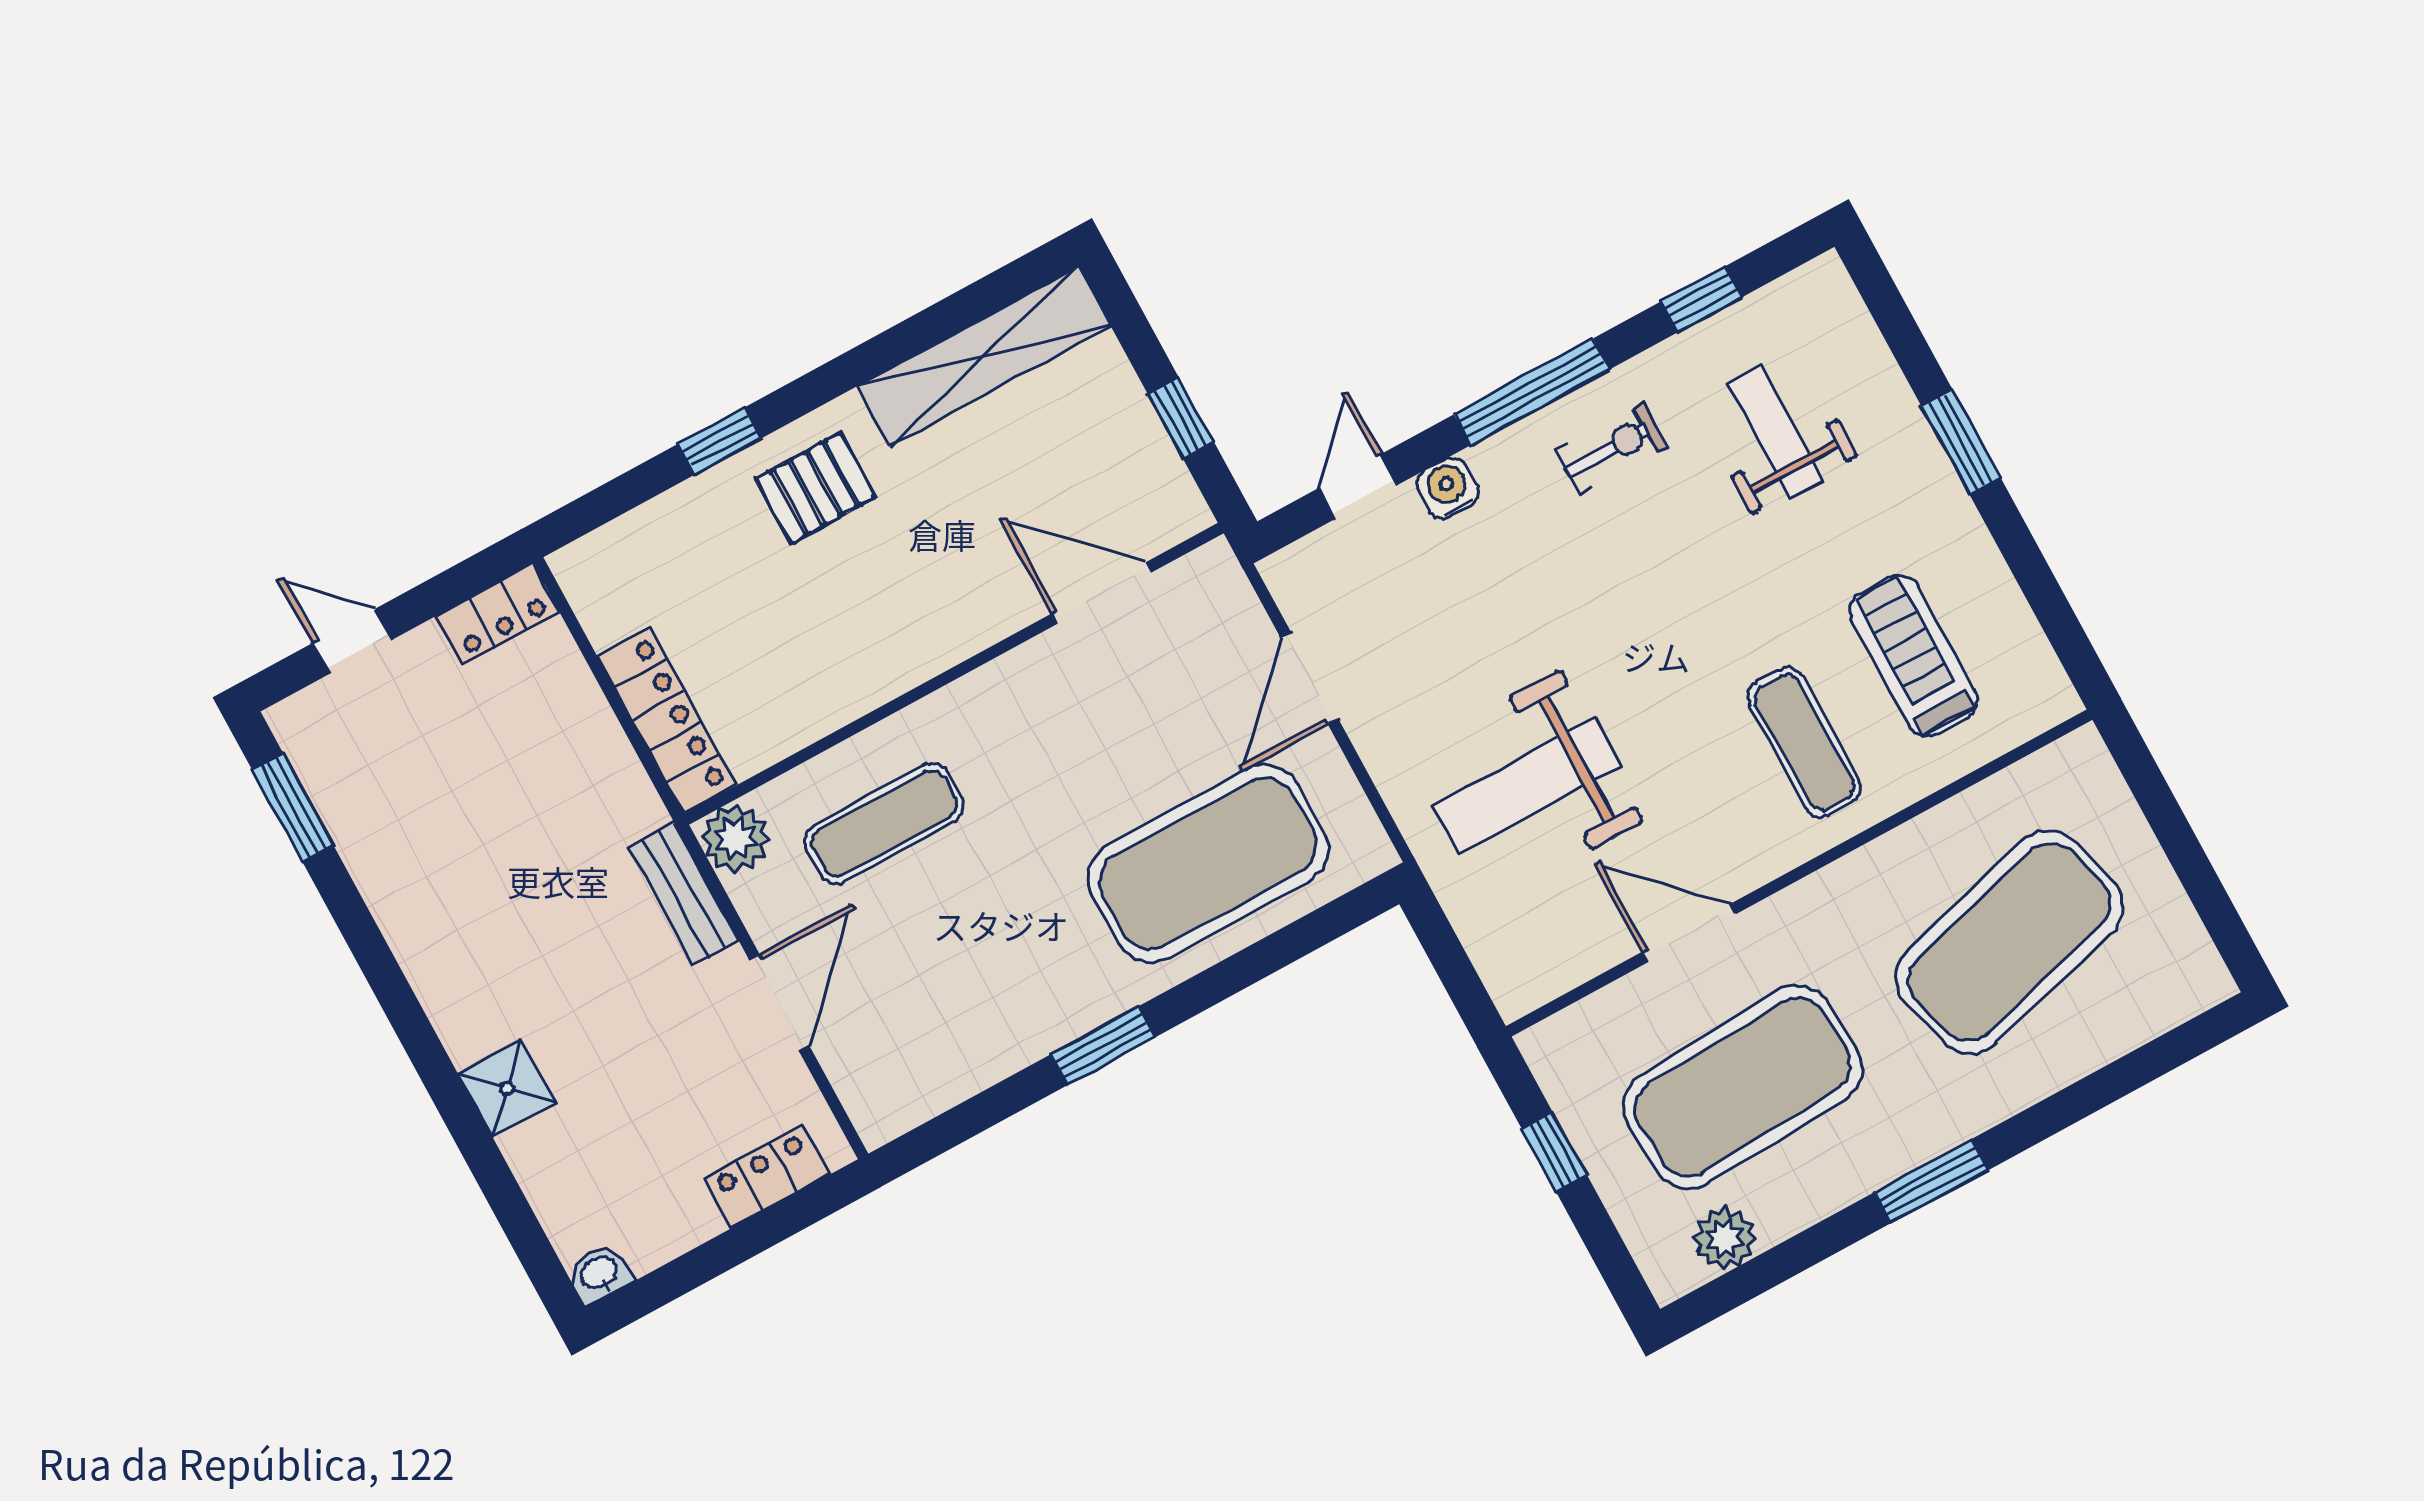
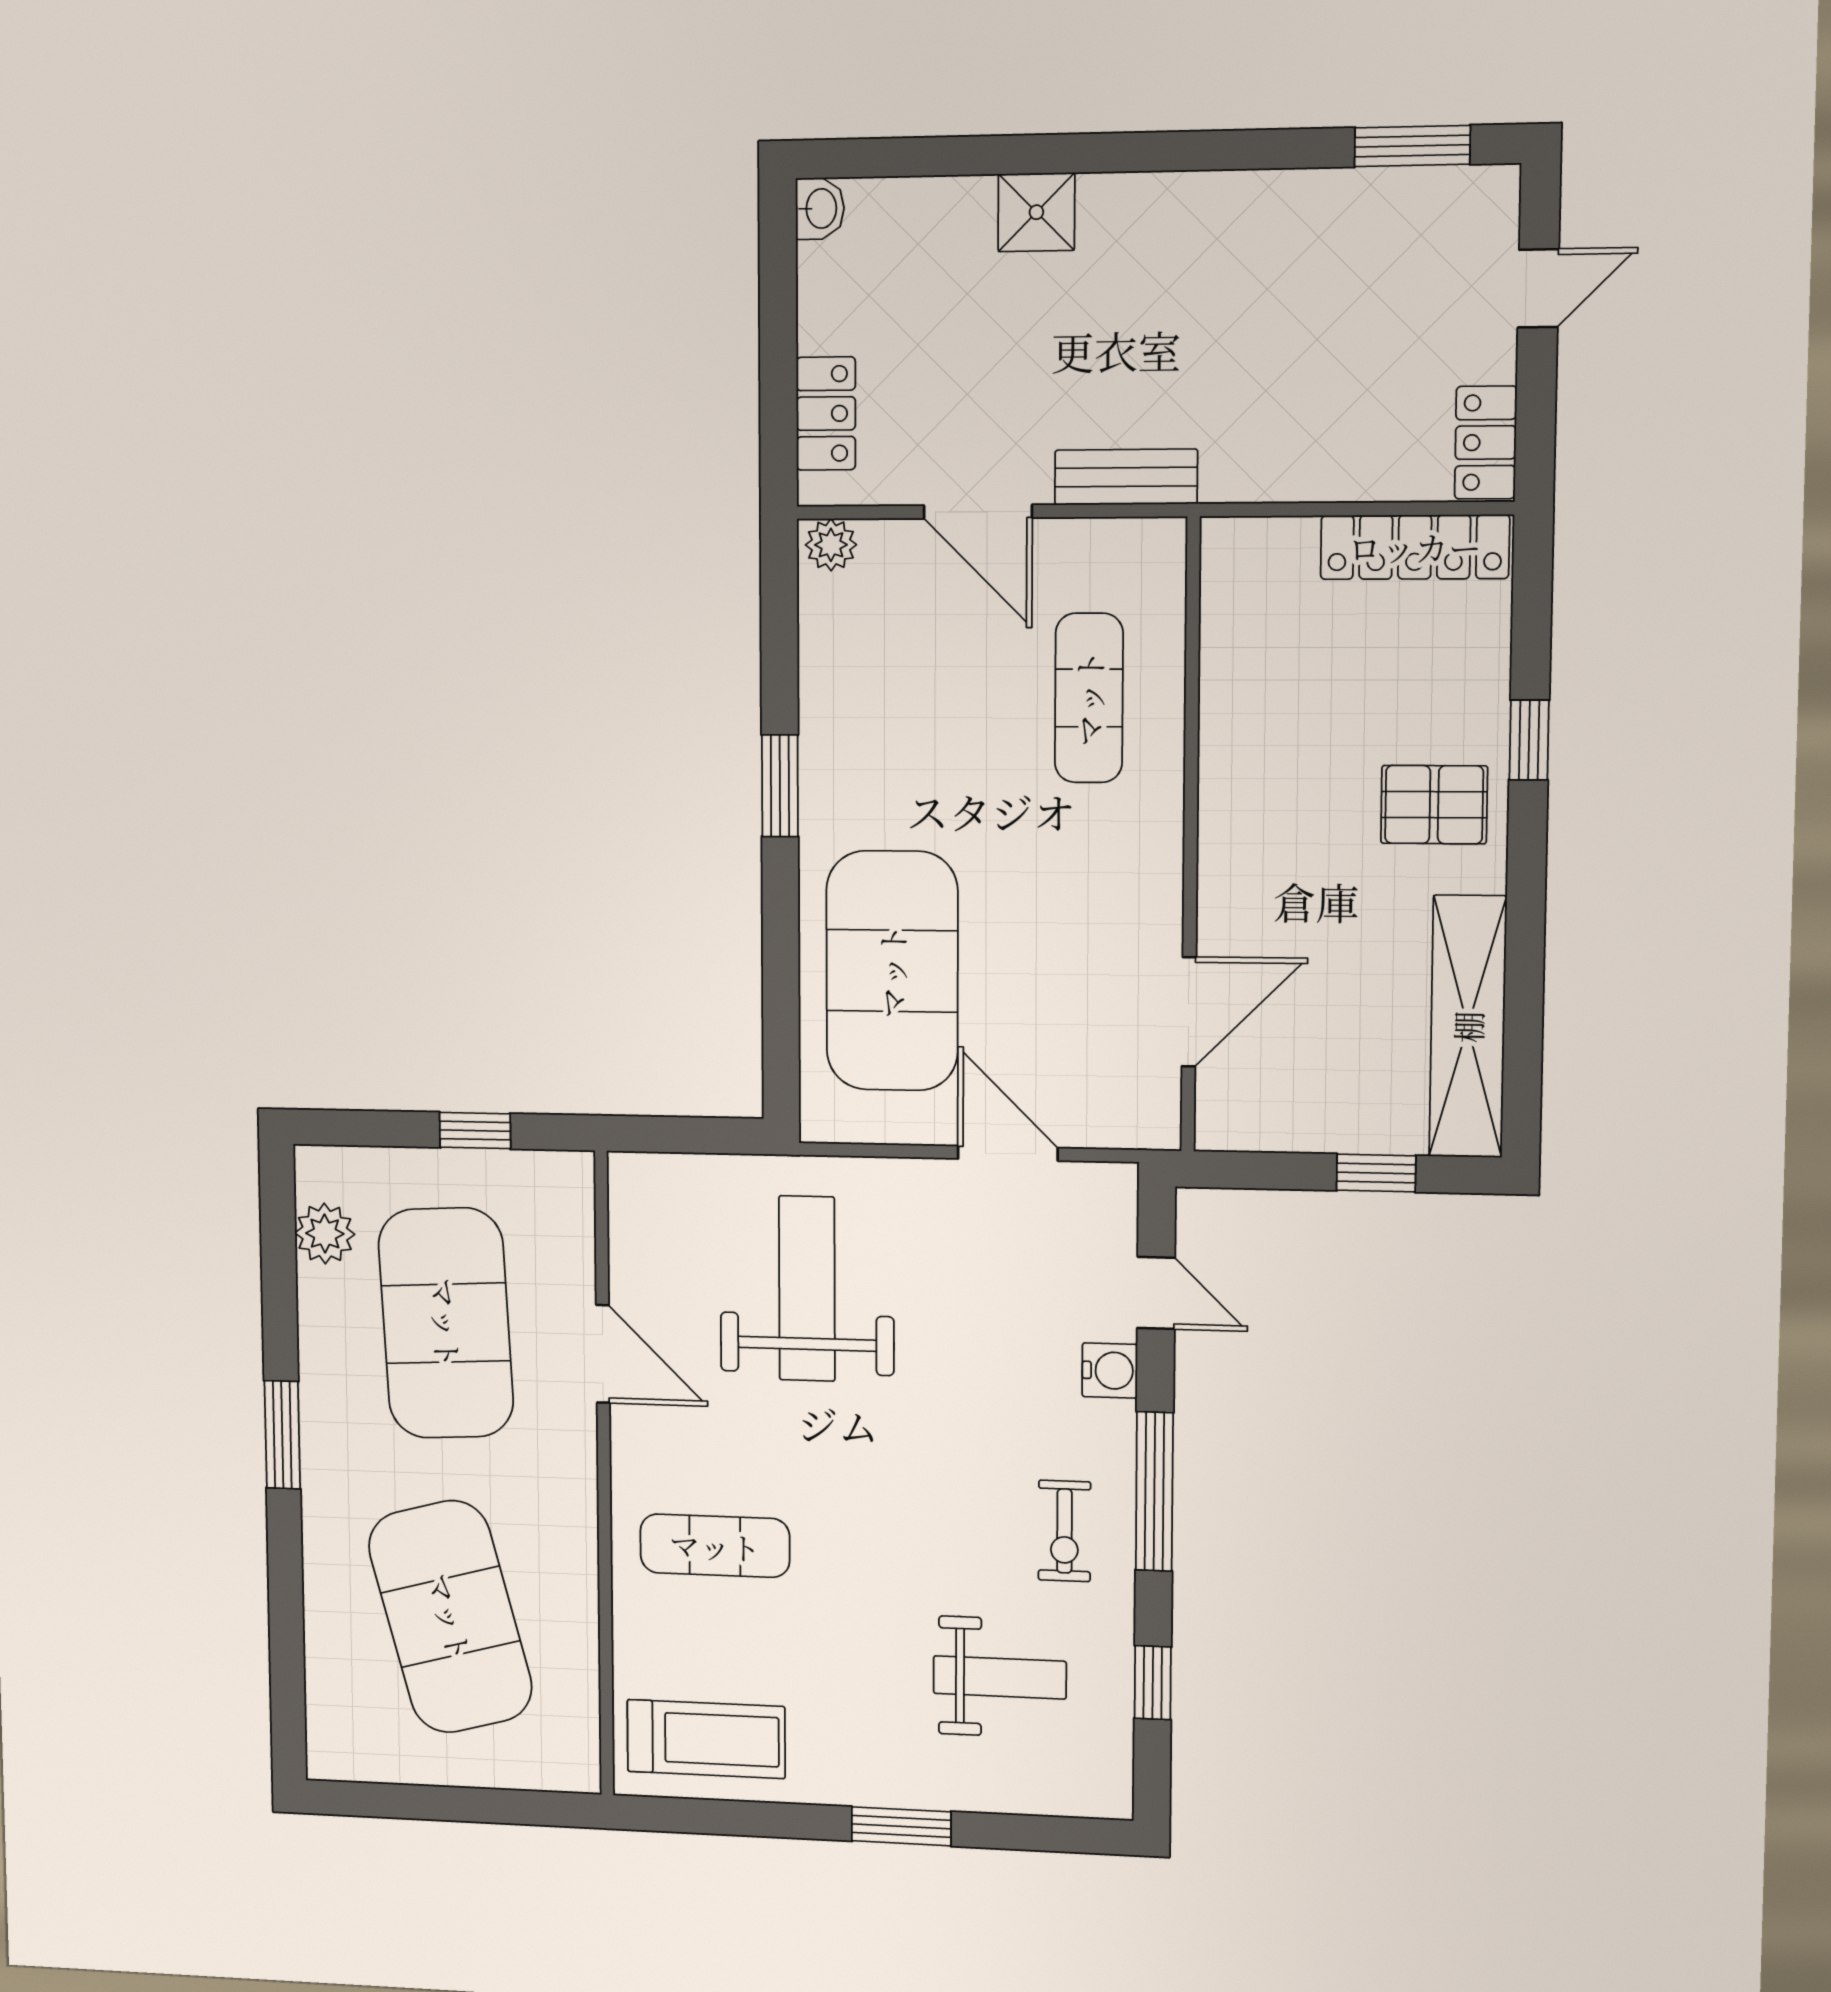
window: (1181, 418) -> (1376, 1173), moved
pallet: (815, 488) -> (1434, 805), turned 90
treadmill: (1913, 656) -> (706, 1739), moved
locker: (666, 721) -> (1415, 547), moved
plant: (735, 838) -> (831, 545), moved, width x0.73, depth x0.73
door: (1689, 933) -> (603, 1354), hinge flipped

